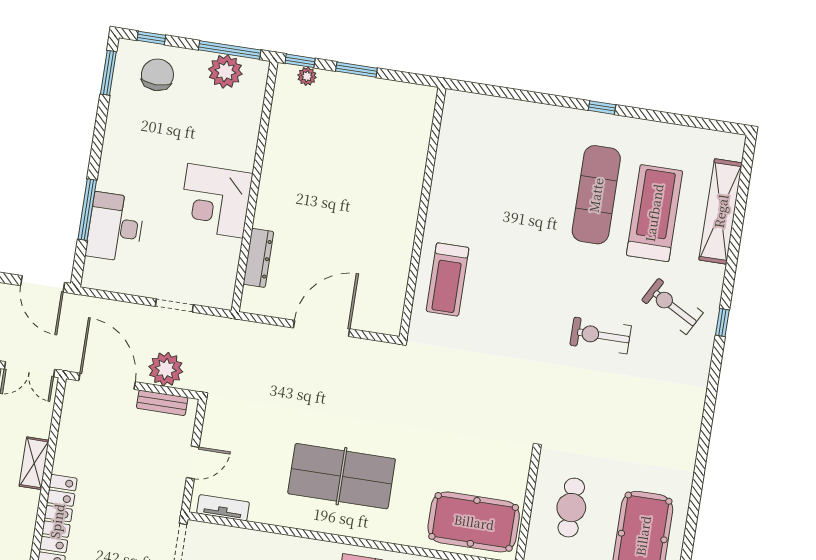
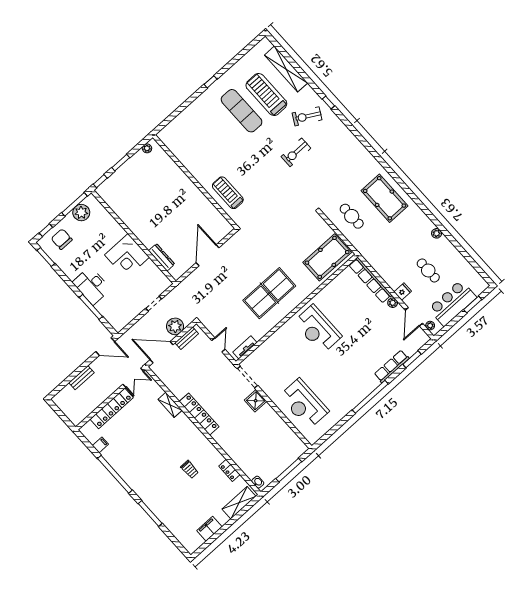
plant: (307, 76) -> (147, 148), moved
desk: (115, 227) -> (92, 286), moved
treadmill: (448, 279) -> (228, 193), turned 180

